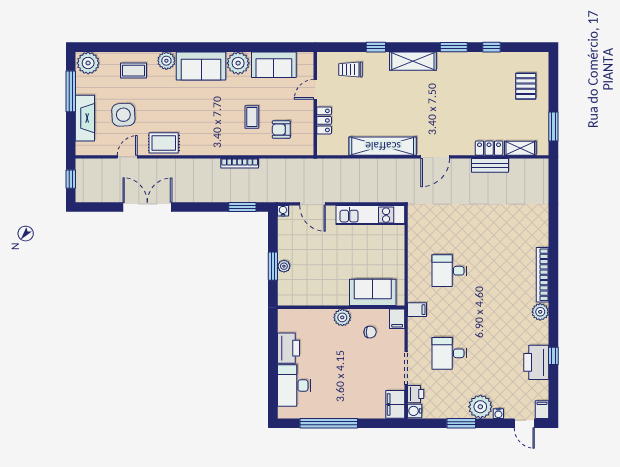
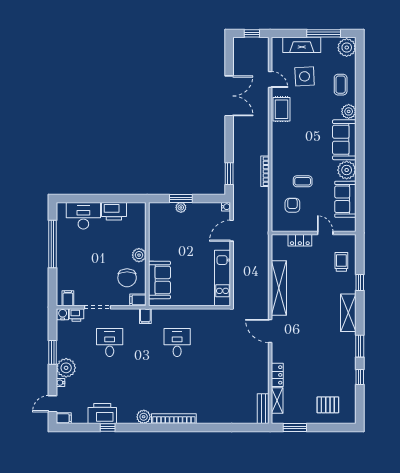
bench: (490, 165) -> (263, 409), moved
chair: (370, 332) -> (127, 278), width x1.87, depth x1.87
filing cabinet: (395, 404) -> (68, 298), width x0.50

